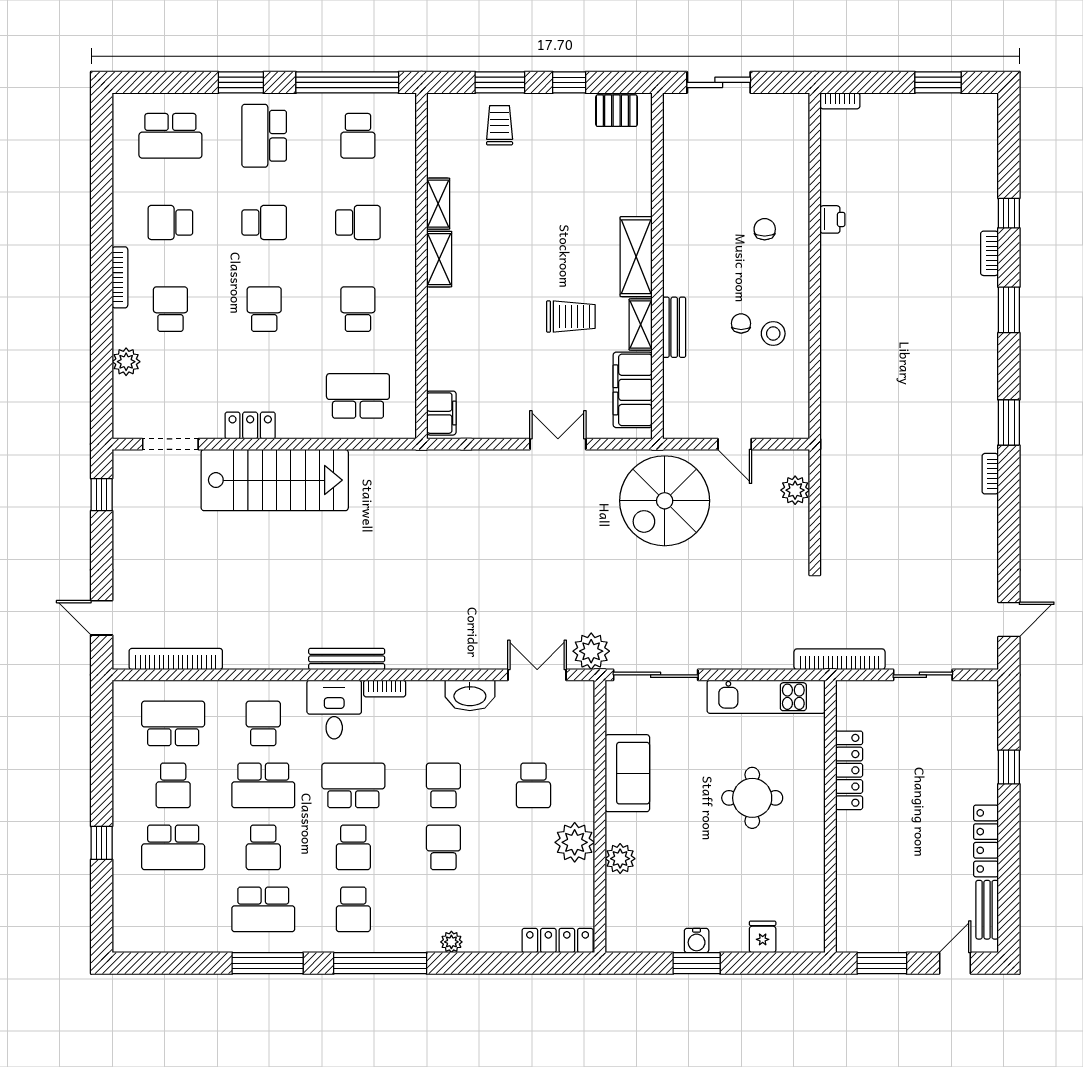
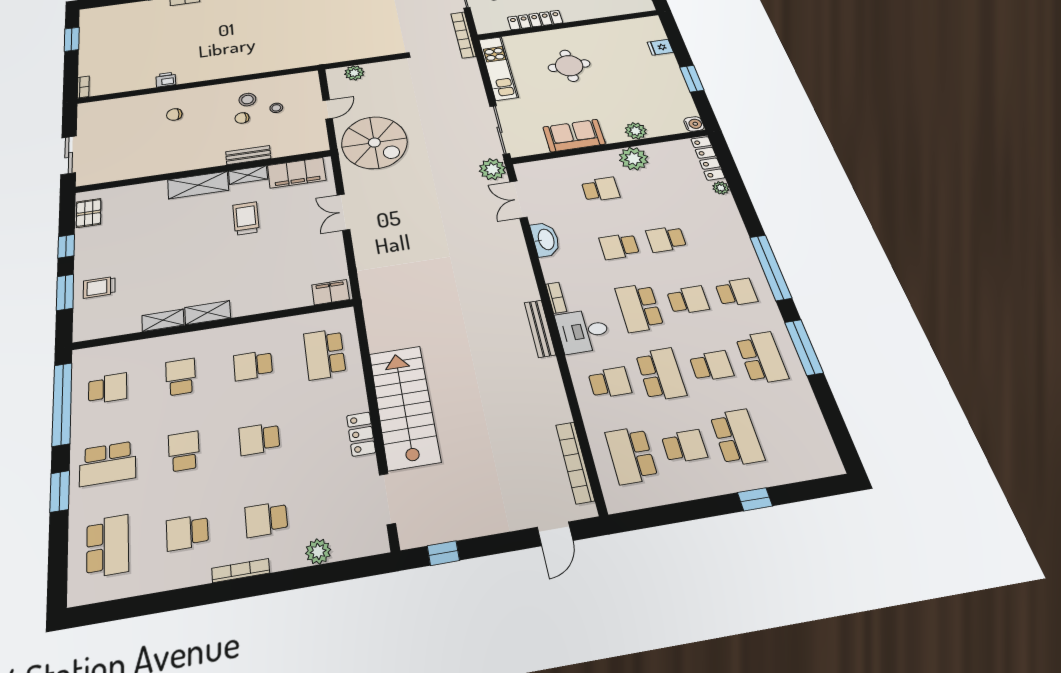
school desk: (170, 222) -> (187, 533), turned 90
stool: (751, 373) -> (276, 108), added
school desk: (263, 723) -> (610, 383), turned 180
water cooler: (697, 941) -> (694, 124), moved
plant: (451, 942) -> (721, 188), moved

